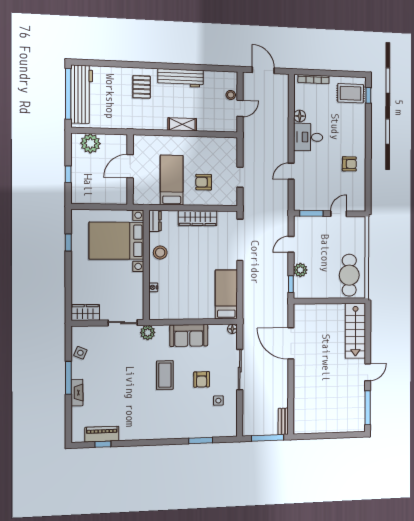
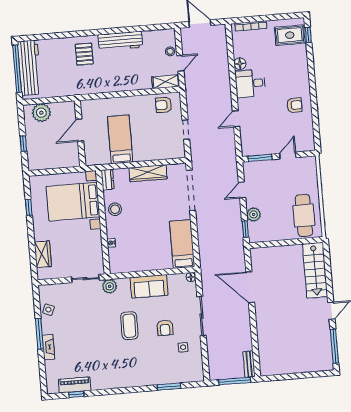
shelving: (182, 124) -> (166, 82), moved
armchair: (204, 182) -> (164, 105), moved
wardrobe: (85, 312) -> (43, 254), moved, turned 90

